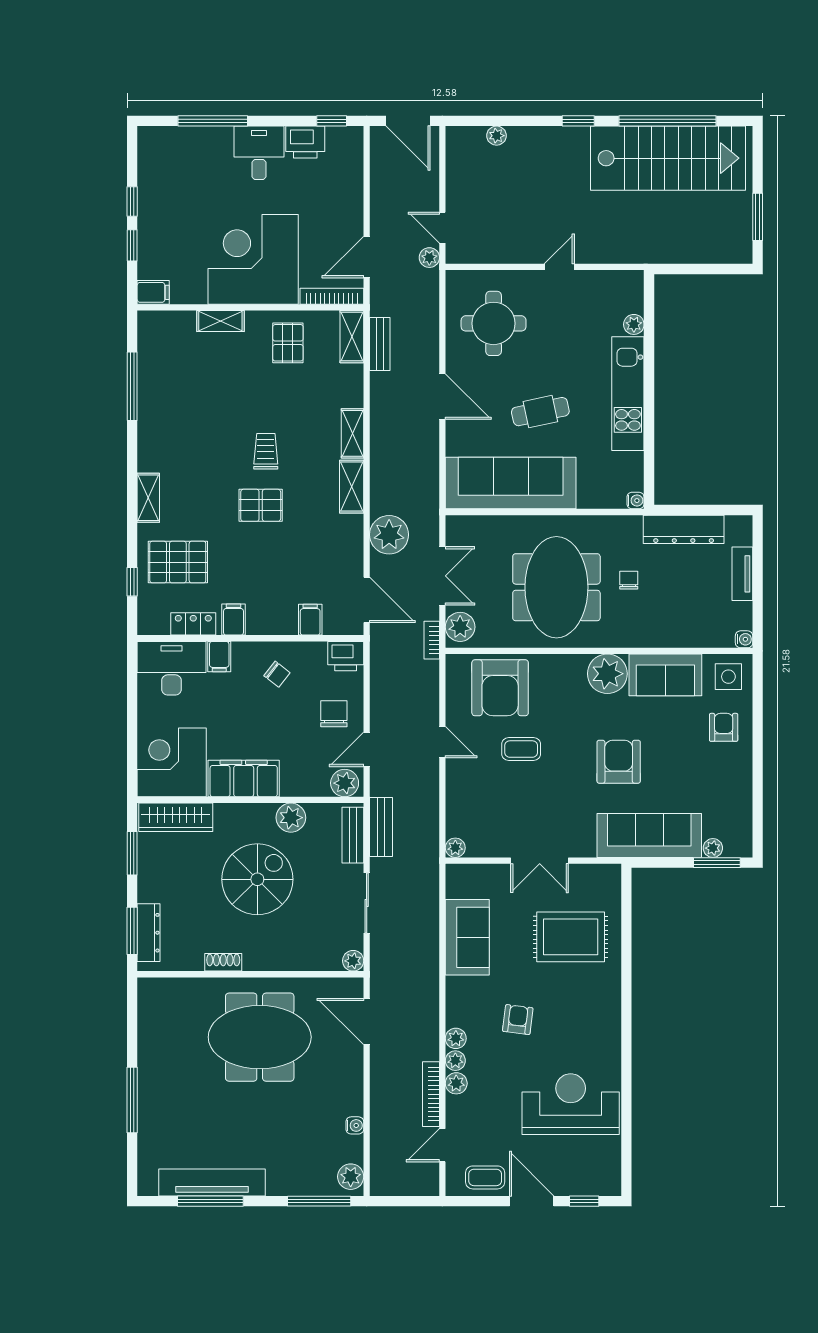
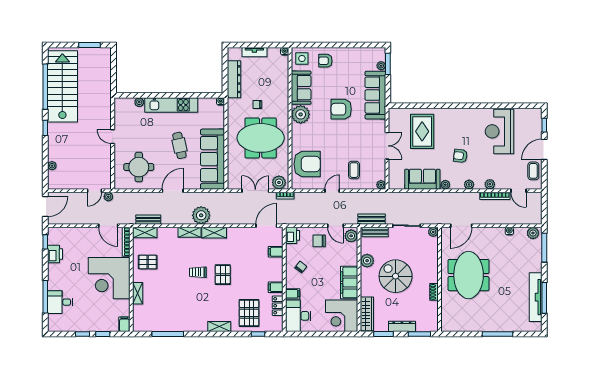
desk: (259, 153) -> (60, 302), moved
plant: (389, 535) -> (201, 215), moved
coffee table: (521, 749) -> (354, 170), moved
dresser: (149, 933) -> (402, 326), moved
plant: (455, 1061) -> (445, 185), moved

